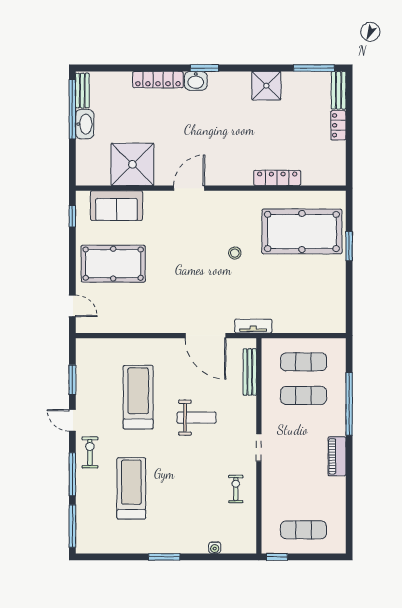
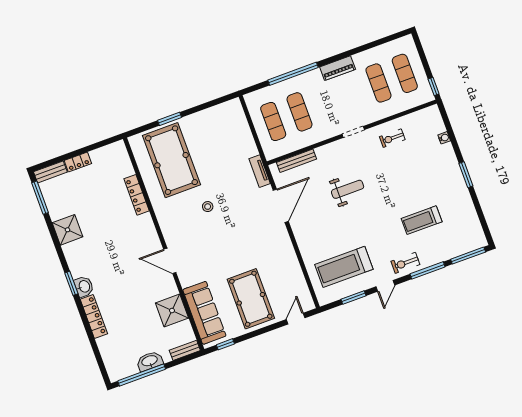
bench: (82, 91) -> (185, 350), moved
shower: (132, 164) -> (172, 311), width x0.73, depth x0.73
sofa: (117, 206) -> (204, 313), width x1.36
treadmill: (138, 397) -> (344, 267), moved
weight bench: (197, 418) -> (348, 189), turned 90
treadmill: (131, 488) -> (422, 220), width x0.73, depth x0.73
exercise mat: (304, 496) -> (378, 83), added

